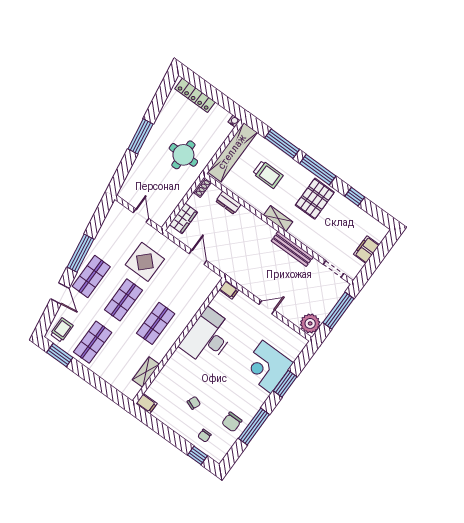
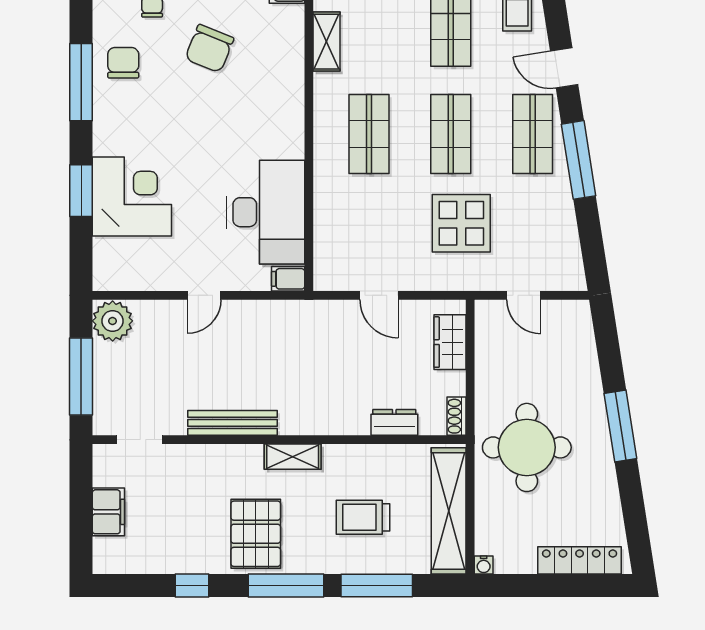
round table: (183, 155) -> (527, 447), width x1.36, depth x1.36
desk: (208, 337) -> (266, 212), moved
chair: (194, 403) -> (209, 48), width x1.87, depth x1.87

